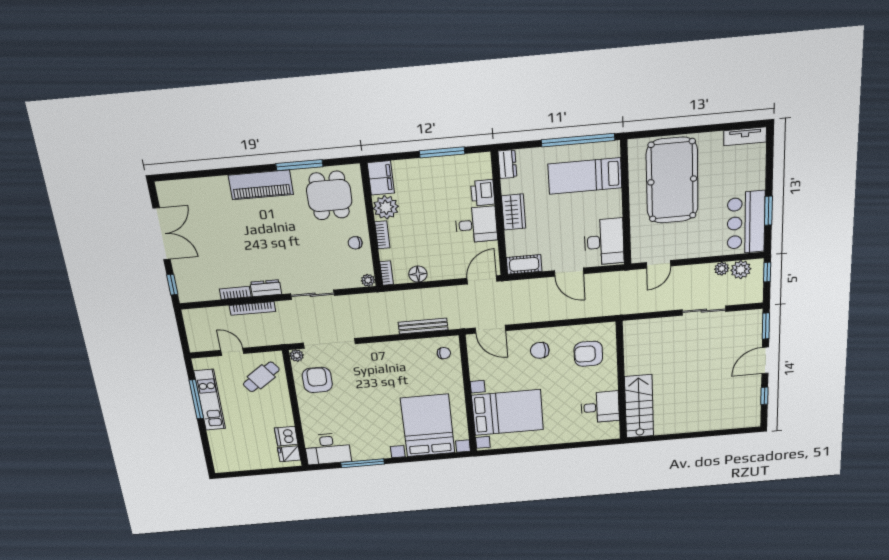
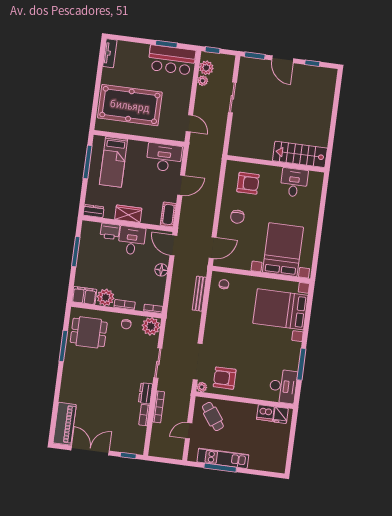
window: (578, 140) -> (88, 162), width x0.68
piano: (261, 185) -> (65, 424), moved
floor lamp: (418, 274) -> (161, 270), moved
plant: (368, 280) -> (151, 326), width x1.87, depth x1.87
armchair: (588, 354) -> (248, 183), turned -90

